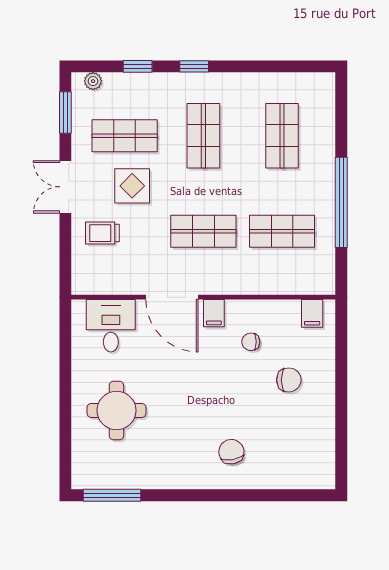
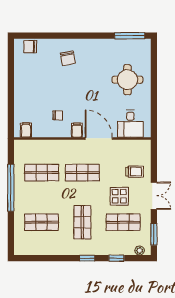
shop shelf: (282, 136) -> (42, 222), turned 90
chair: (289, 380) -> (30, 47), moved

